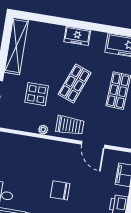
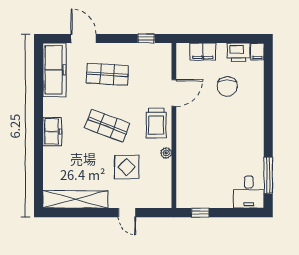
trolley: (70, 125) -> (156, 123), turned 180
chair: (60, 190) -> (227, 86), moved

